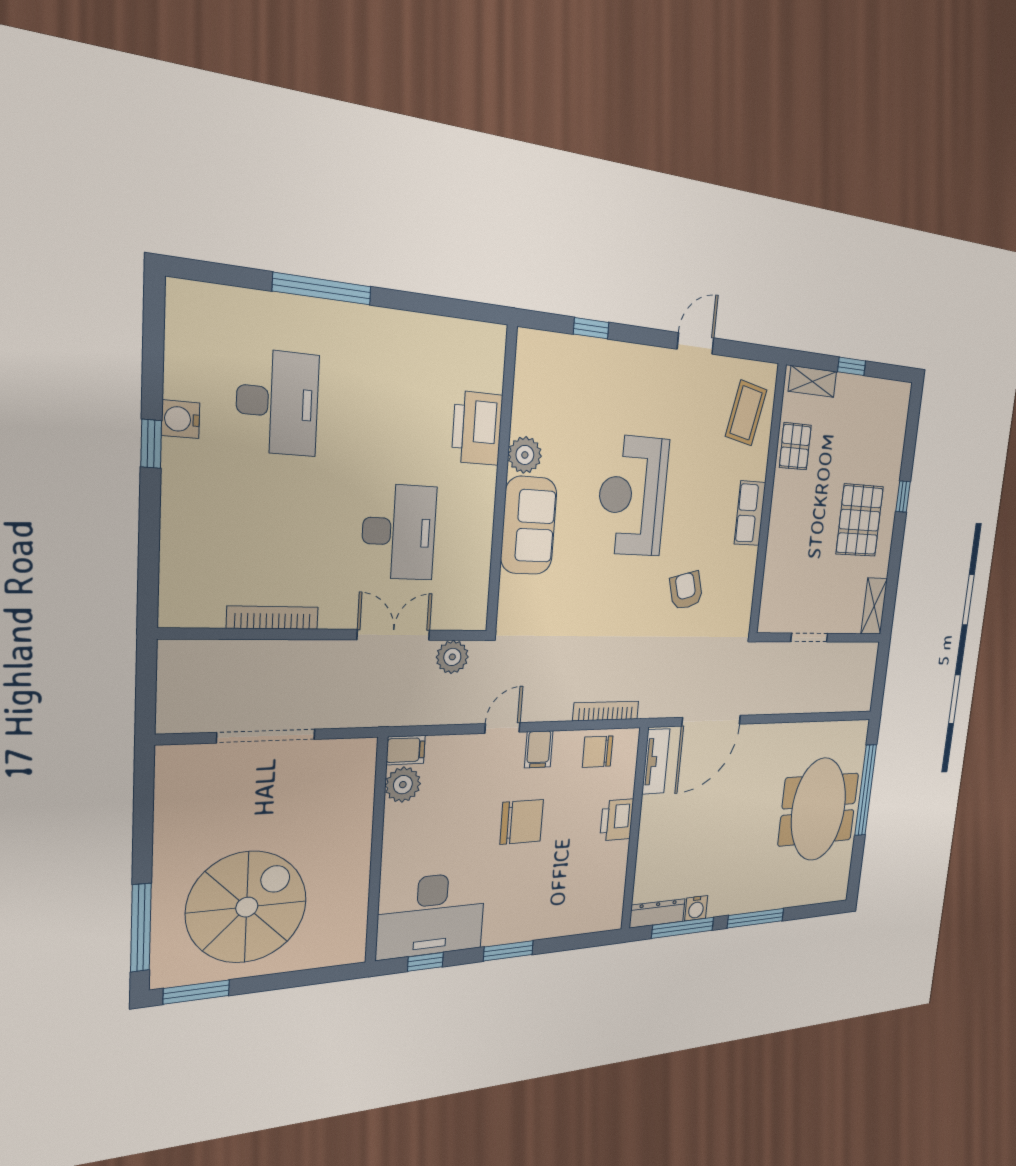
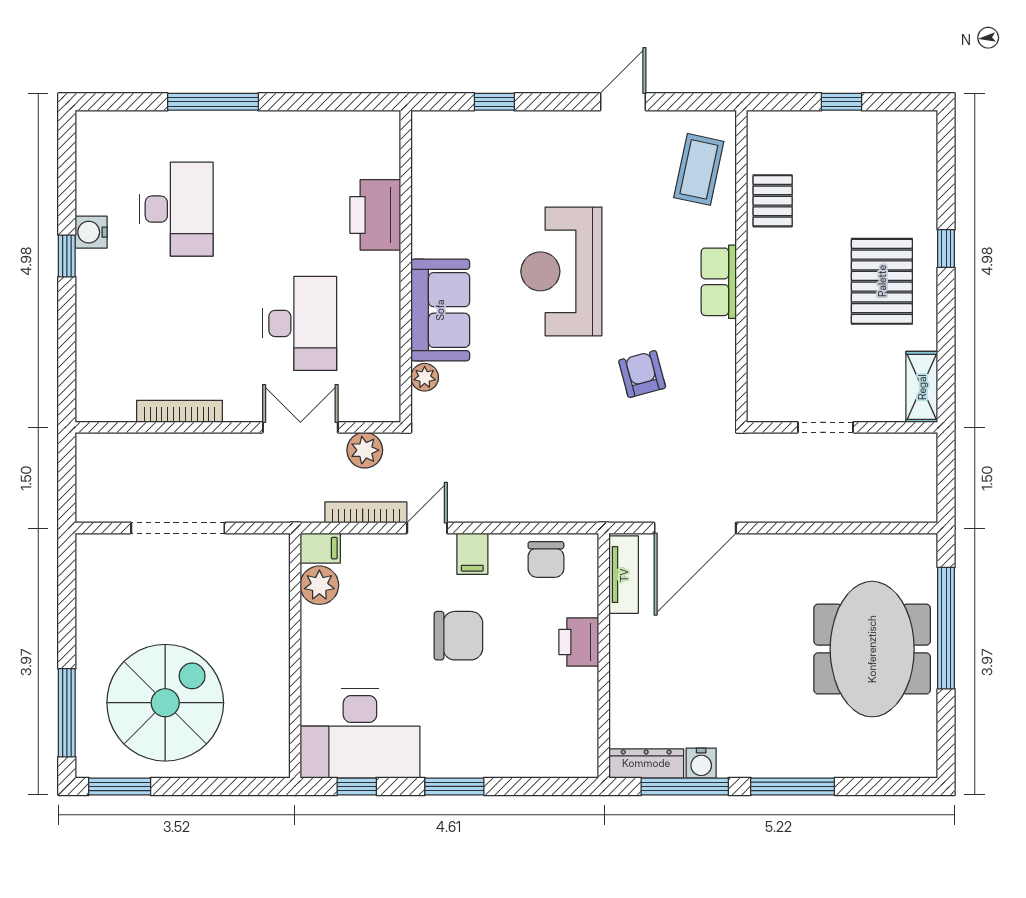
shelving: (813, 381) -> (787, 125), removed
plant: (525, 455) -> (425, 377), moved, width x0.73, depth x0.73
bookcase: (606, 711) -> (366, 512), moved
chair: (598, 752) -> (546, 559), turned -90

